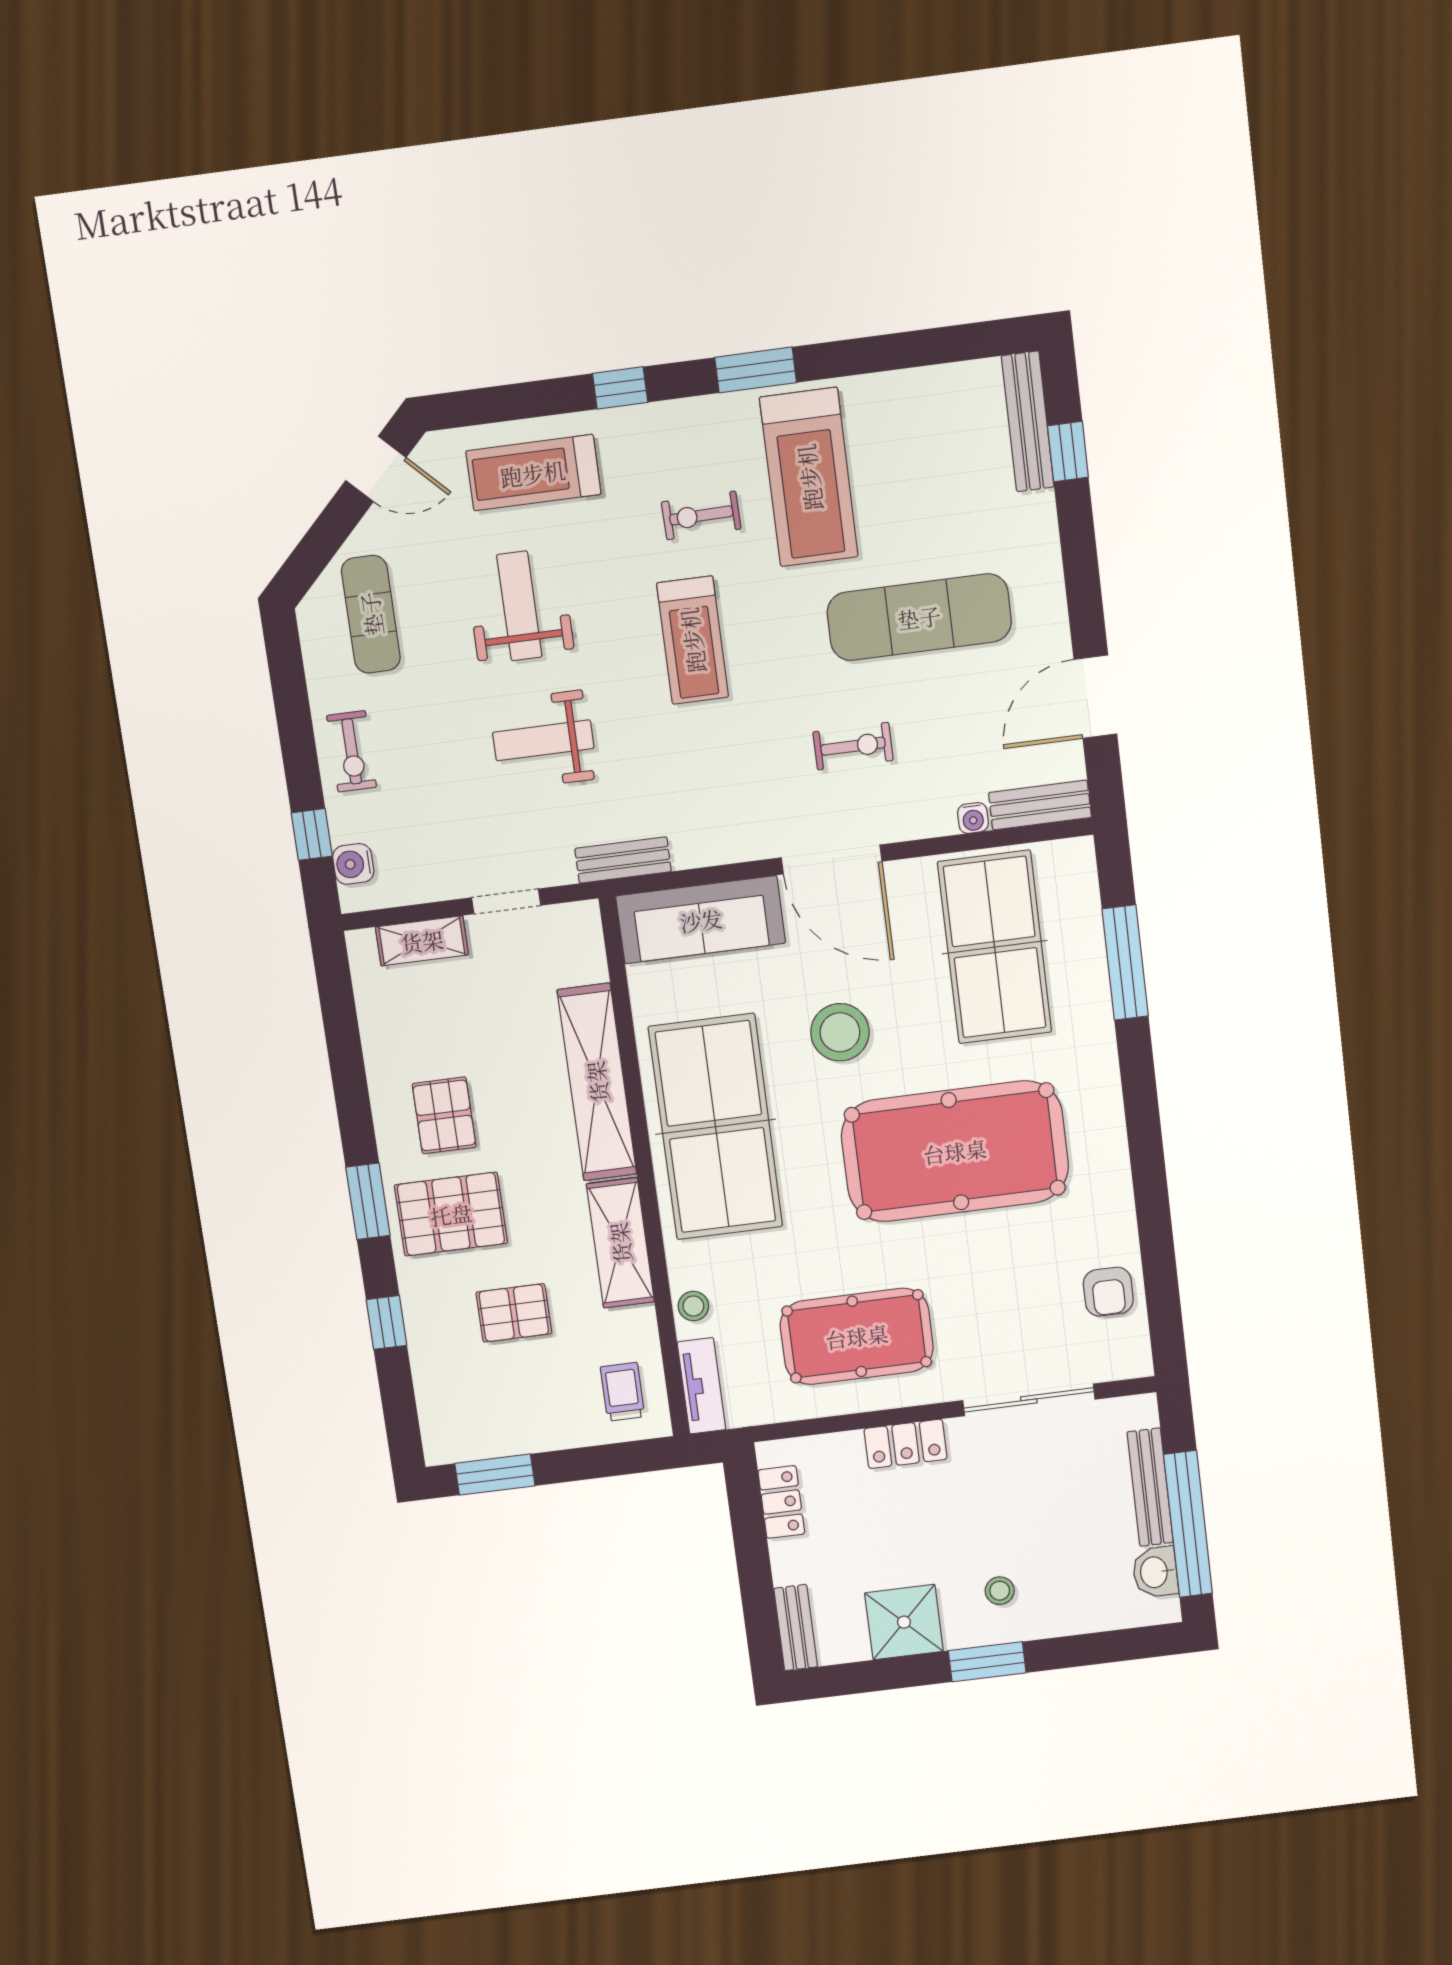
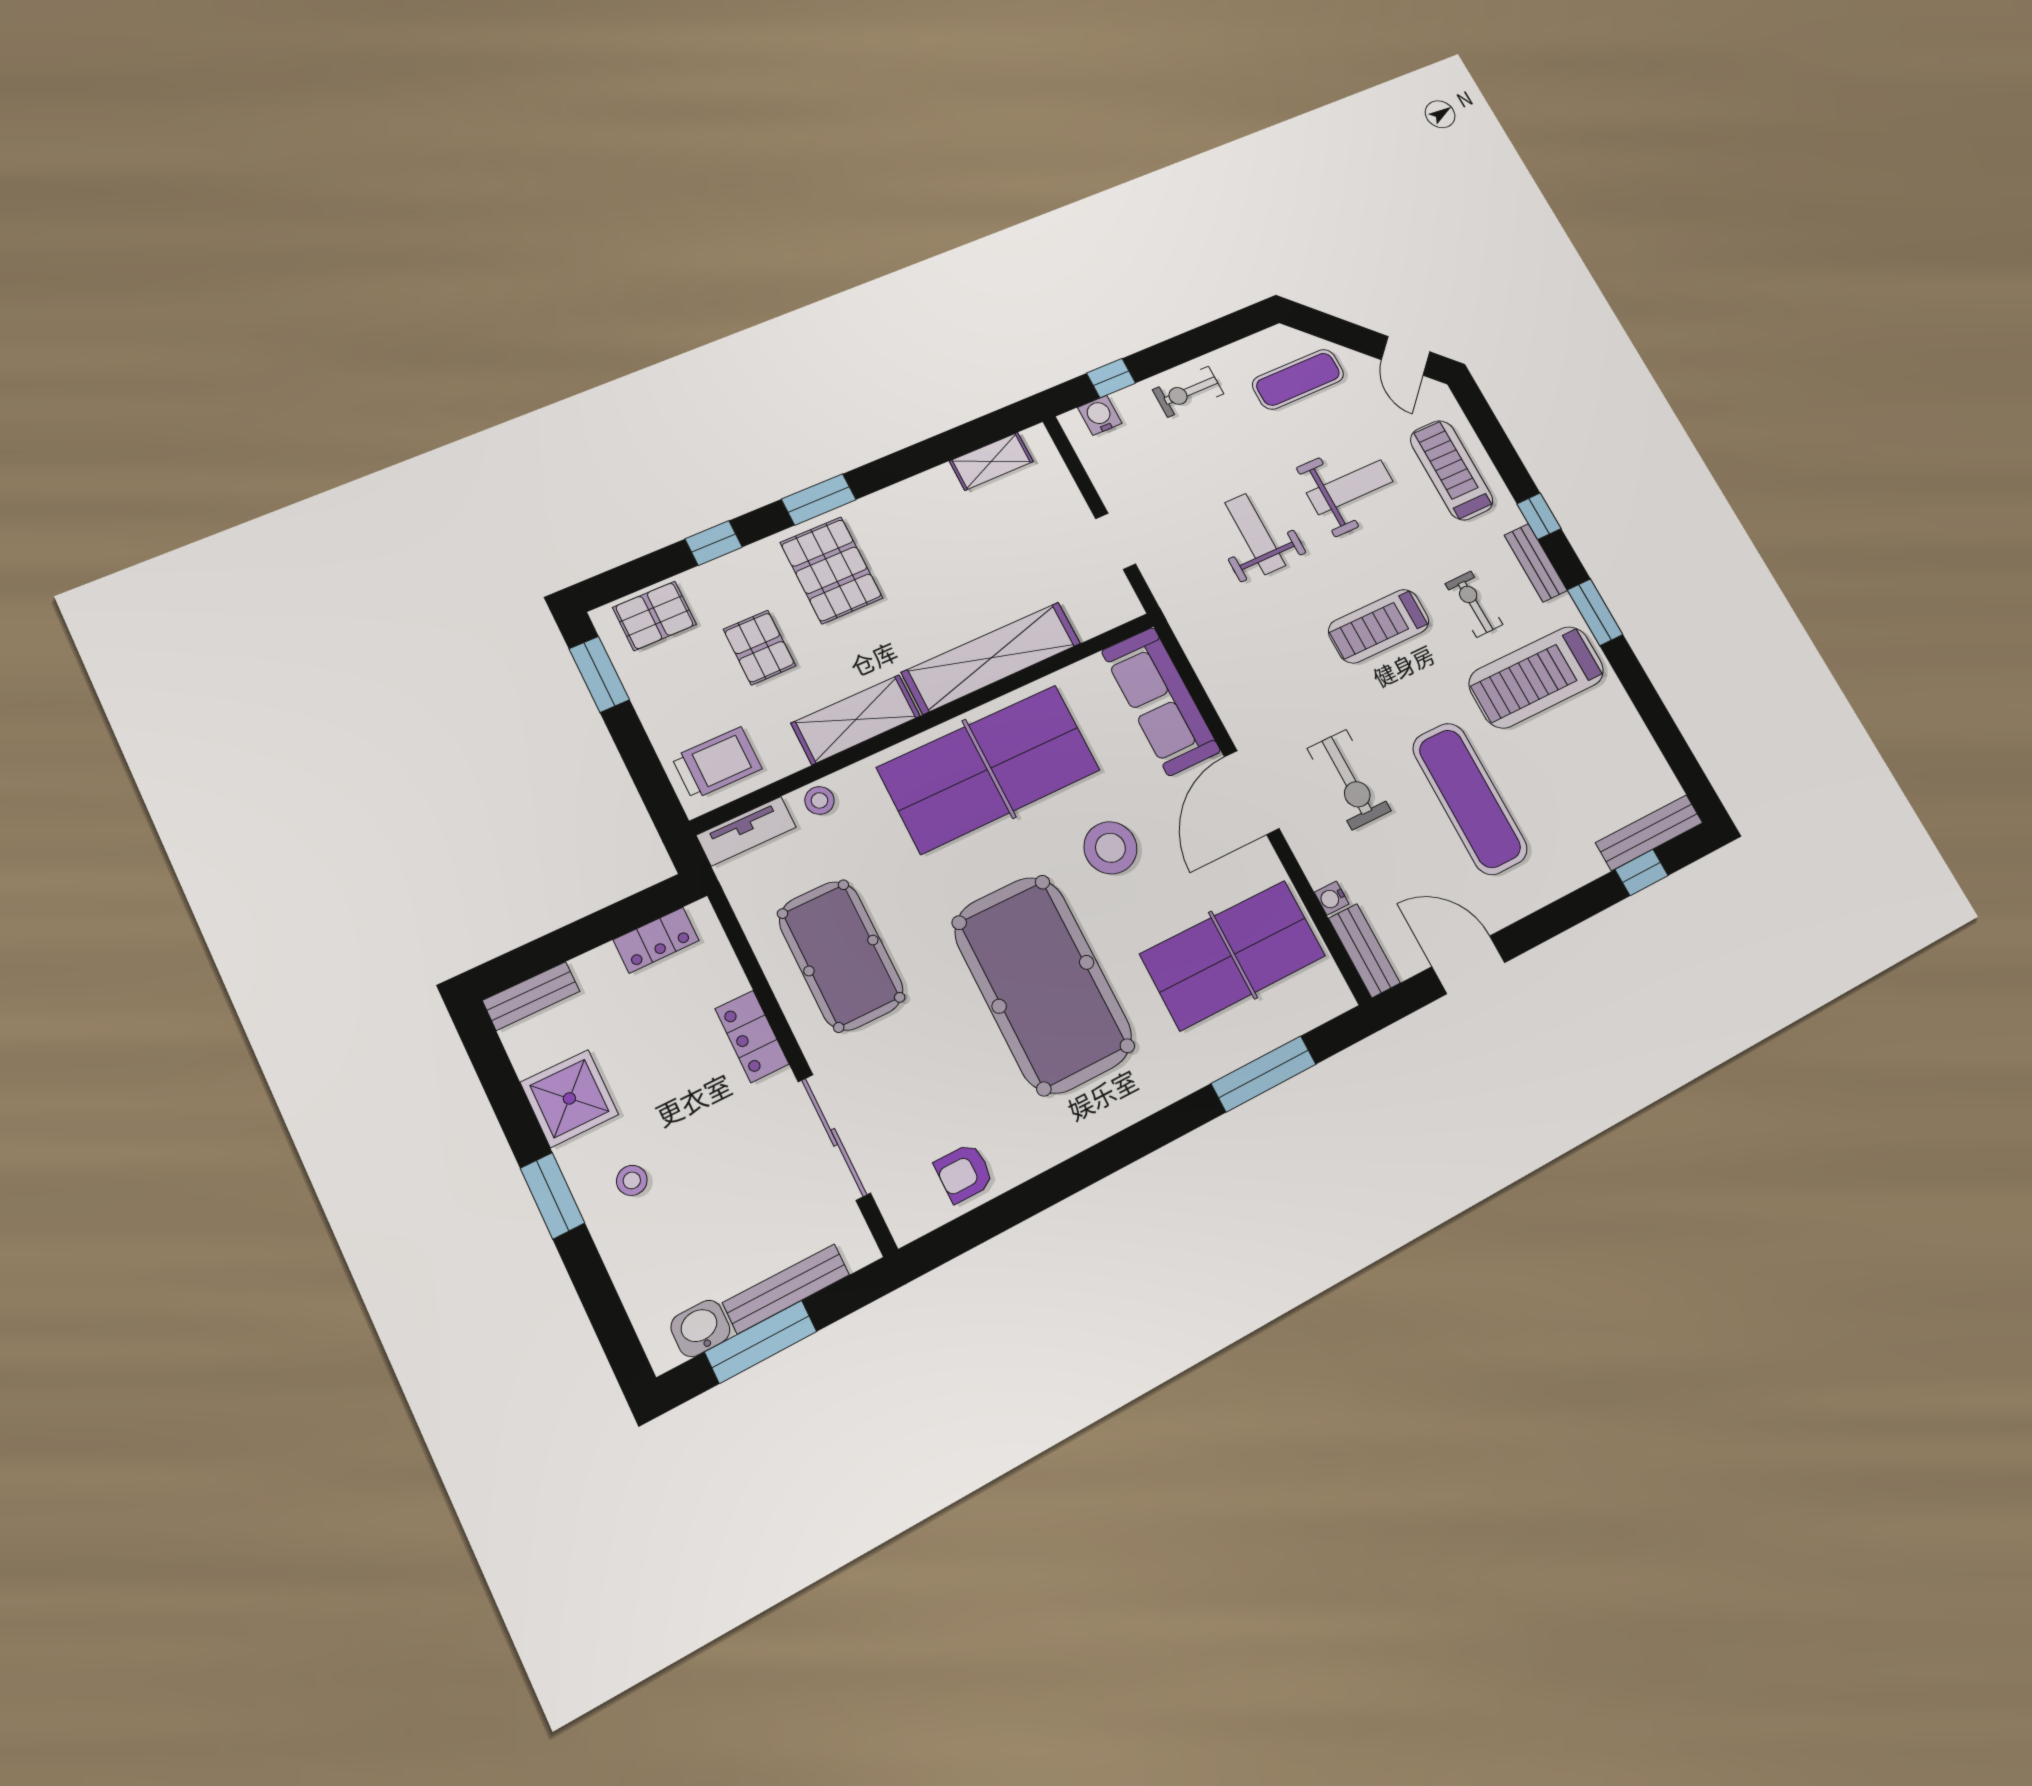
exercise bike: (853, 746) -> (1349, 780), width x1.38, depth x1.39
bench: (623, 860) -> (1536, 563), moved
shelving: (422, 941) -> (991, 461), moved, turned 90
pallet: (444, 1115) -> (655, 616), moved
trolley: (622, 1392) -> (717, 763), width x1.36, depth x1.39
window: (1188, 1524) -> (761, 1342), width x0.68

